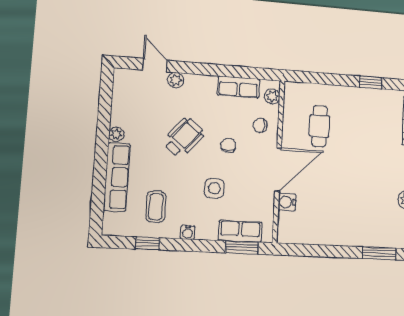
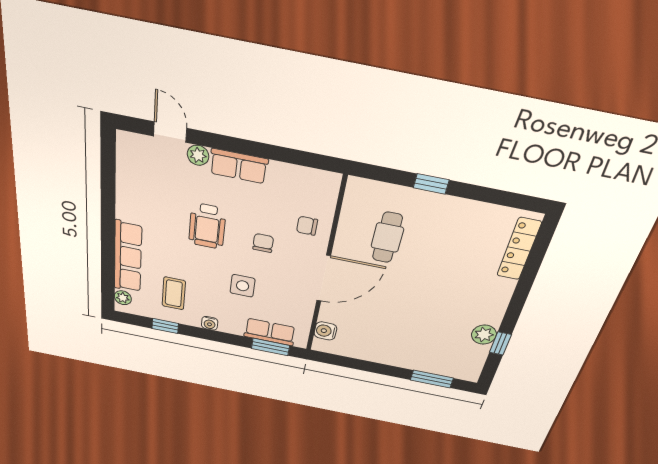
window: (371, 82) -> (431, 184), moved
row of seats: (238, 87) -> (239, 166), moved
plant: (272, 96) -> (328, 193), removed
plant: (116, 134) -> (123, 298), moved
wheelchair: (184, 138) -> (207, 226), turned 140
water cooler: (287, 202) -> (325, 331), moved

